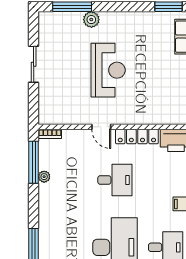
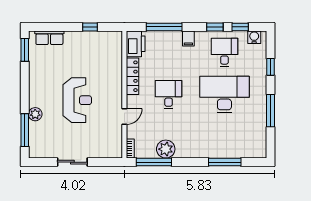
reception desk: (108, 70) -> (77, 100), turned 90
door: (101, 127) -> (124, 116), moved
plant: (44, 177) -> (166, 149), width x1.87, depth x1.87

